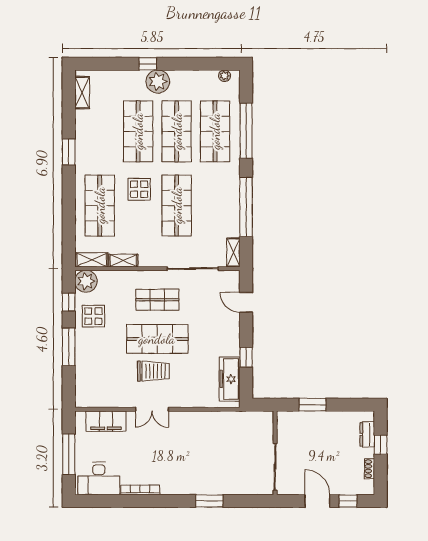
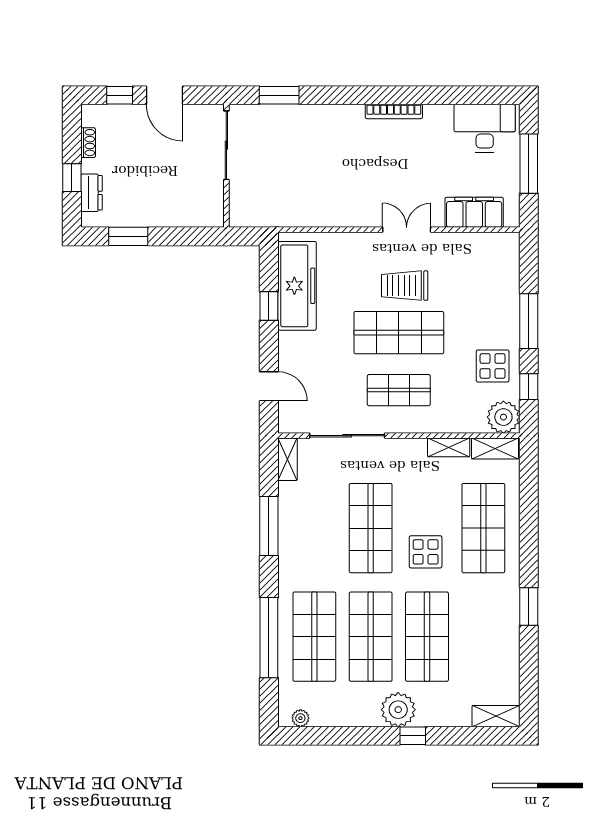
shelving: (82, 93) -> (496, 716), moved, turned 90
window: (246, 207) -> (269, 526), width x0.68
freezer: (230, 379) -> (297, 286), width x1.36, depth x1.26
window: (313, 405) -> (128, 236), moved
bookcase: (140, 490) -> (394, 111), moved
window: (209, 501) -> (279, 95), moved

